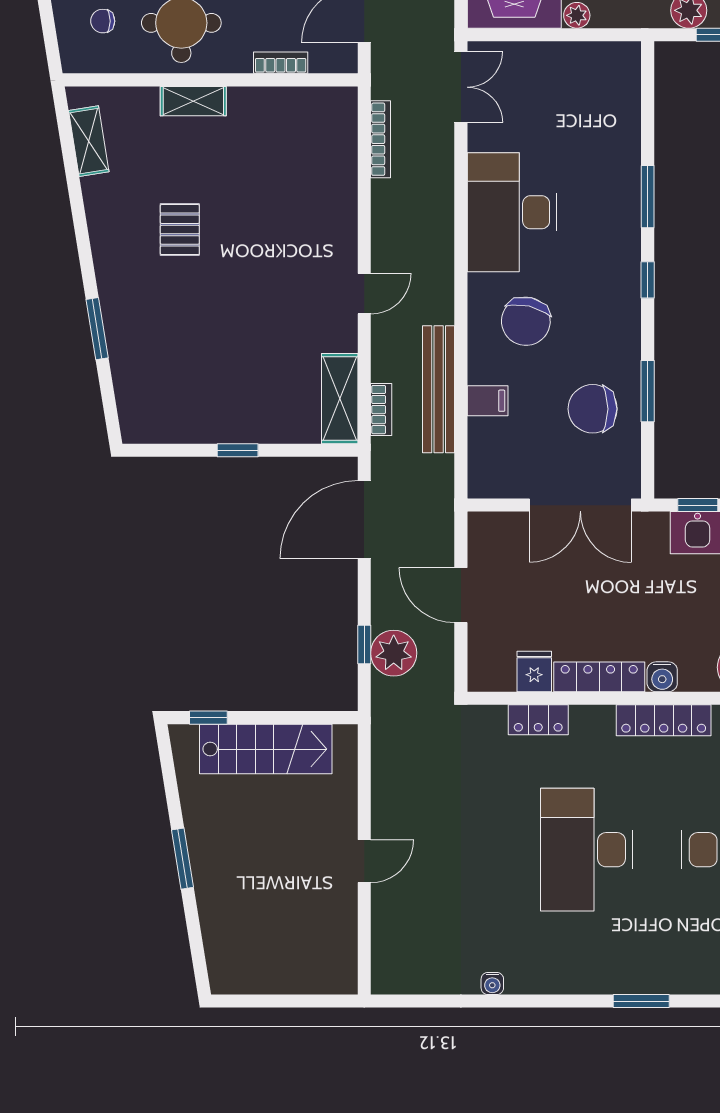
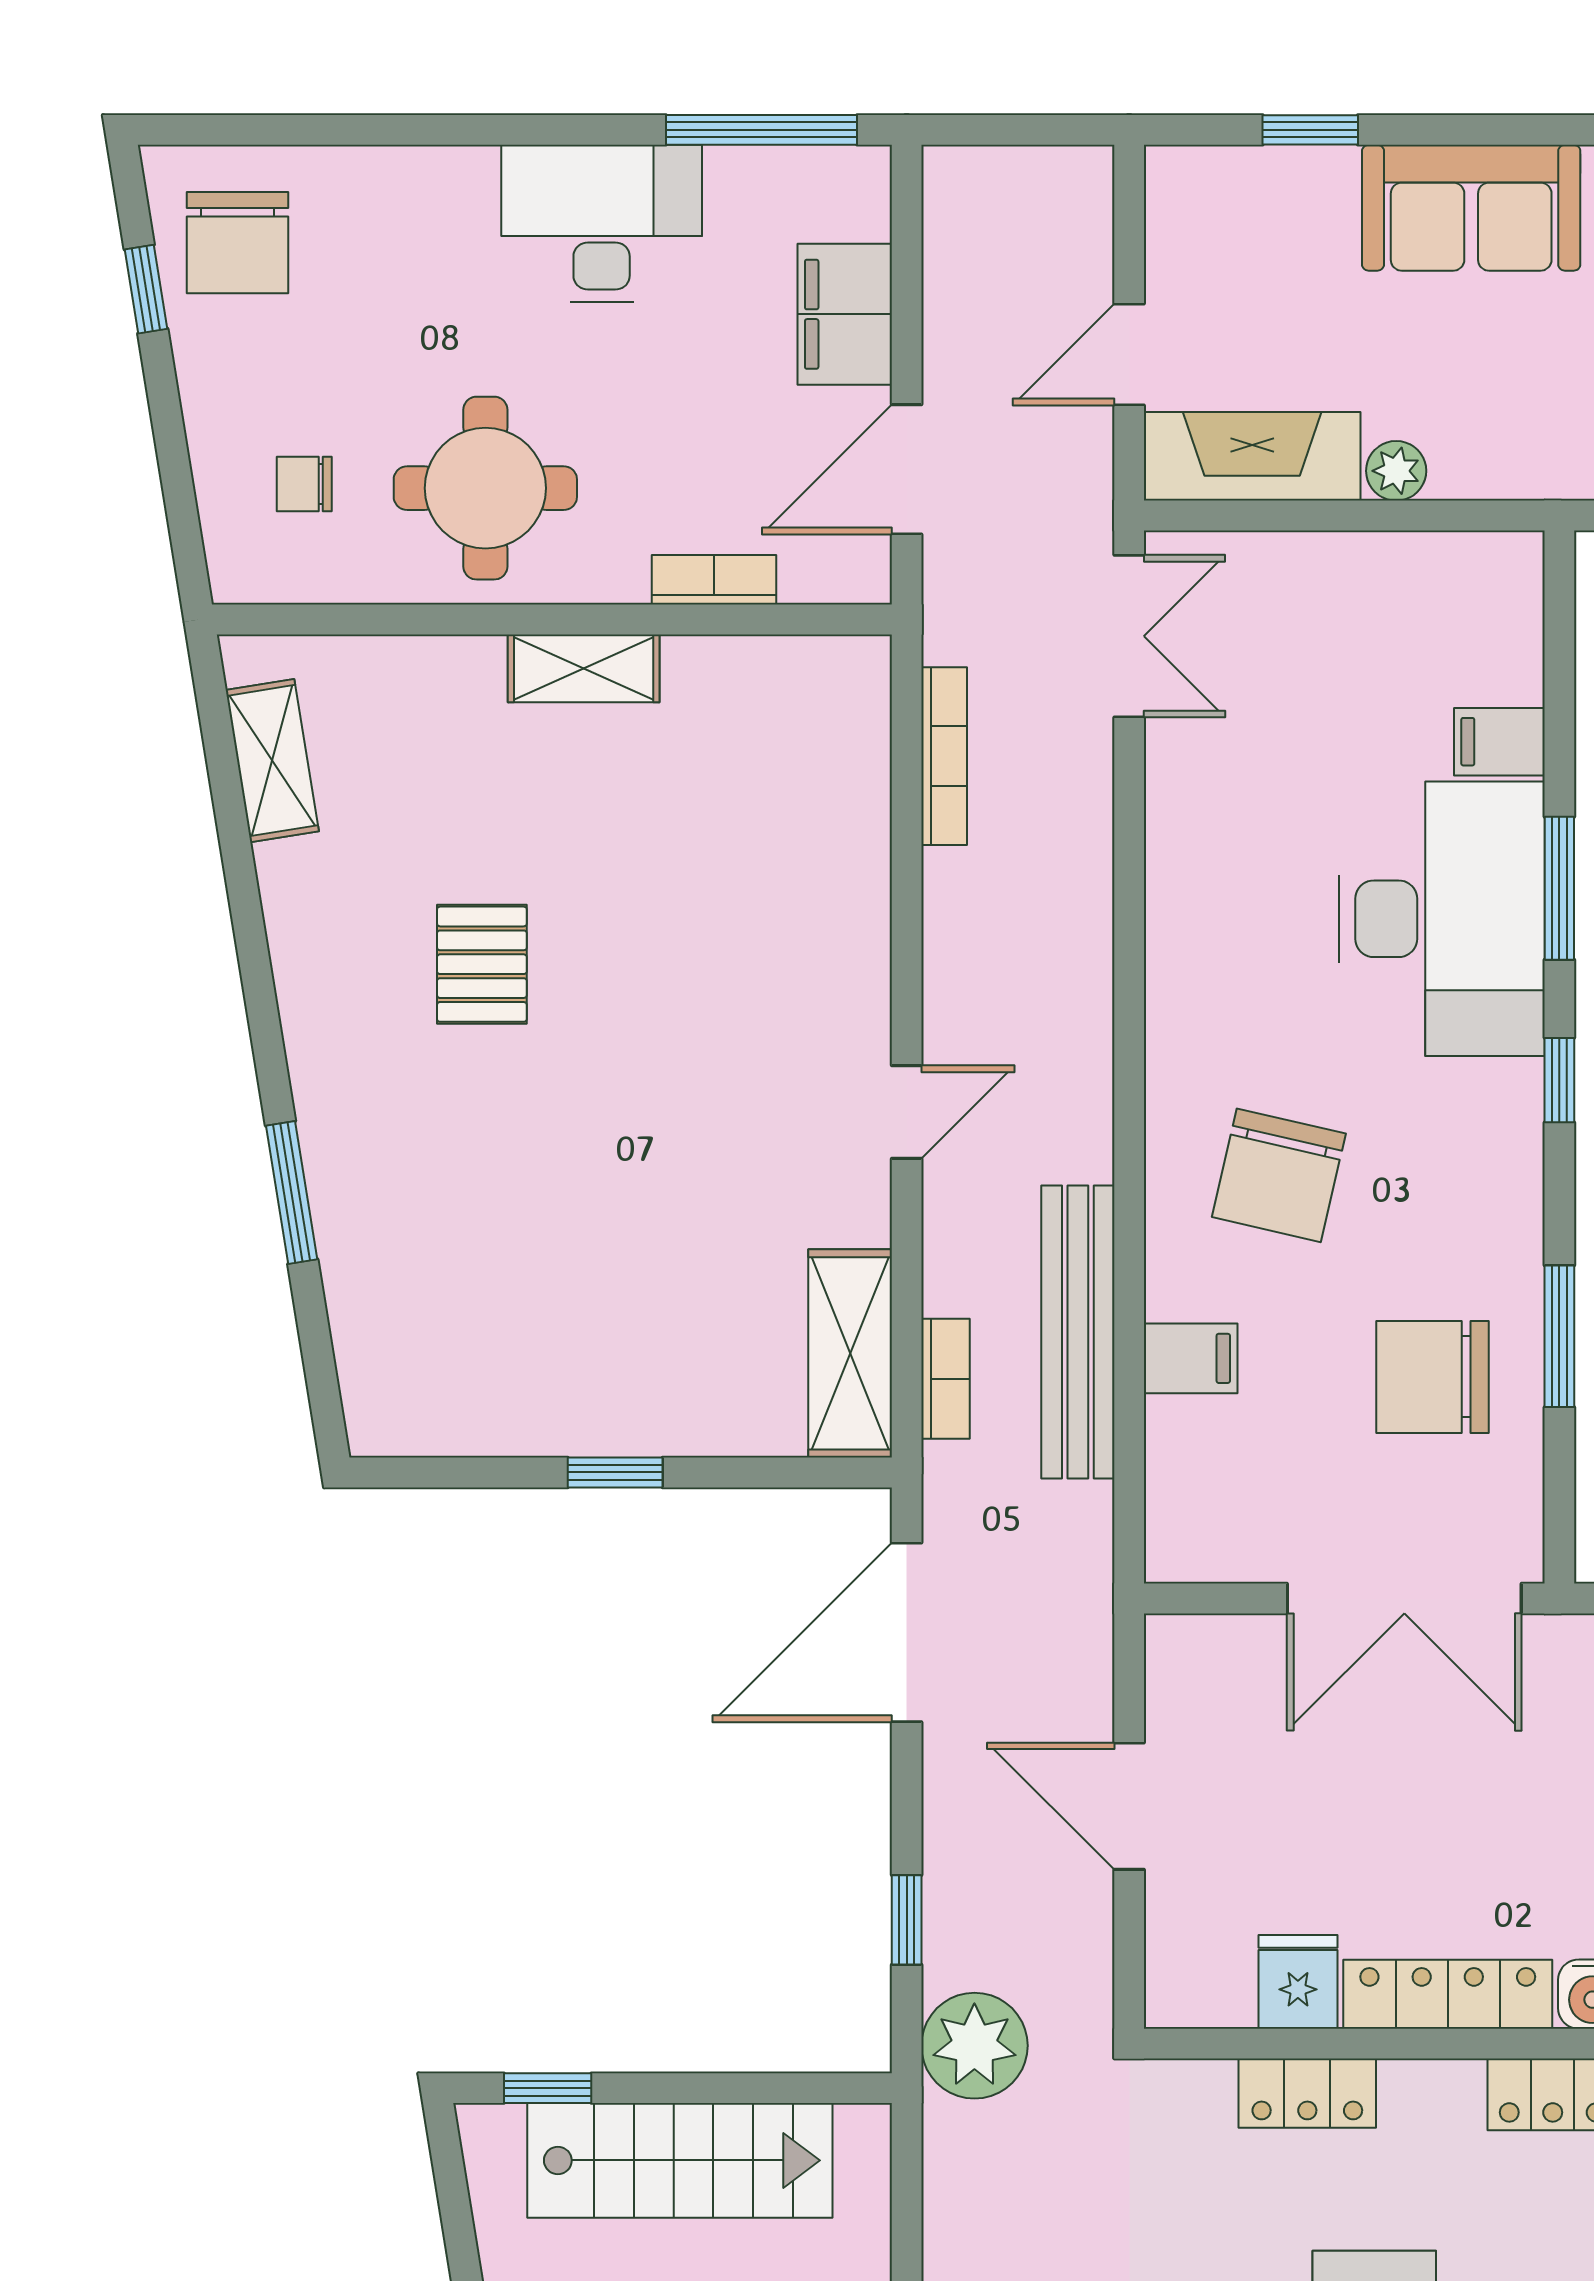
shelving: (193, 101) -> (584, 668), moved
filing cabinet: (622, 133) -> (1499, 742), added
desk: (512, 212) -> (1442, 919), moved, turned 180
plant: (394, 653) -> (974, 2046), moved

